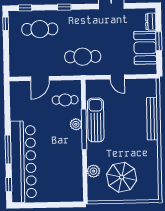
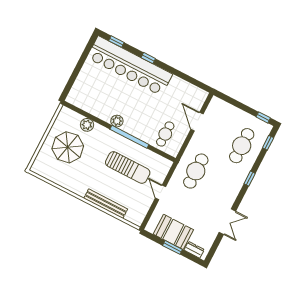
door: (117, 77) -> (161, 192), hinge flipped
sun lounger: (96, 120) -> (128, 168), moved
plant: (76, 124) -> (117, 121), moved
window: (8, 150) -> (148, 58), width x0.46

